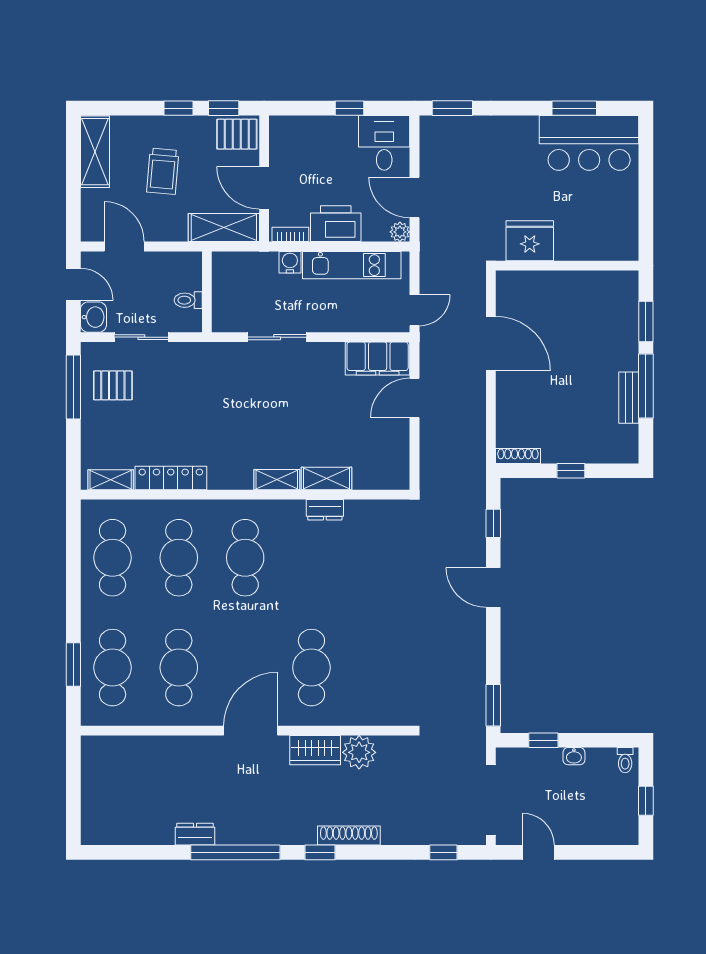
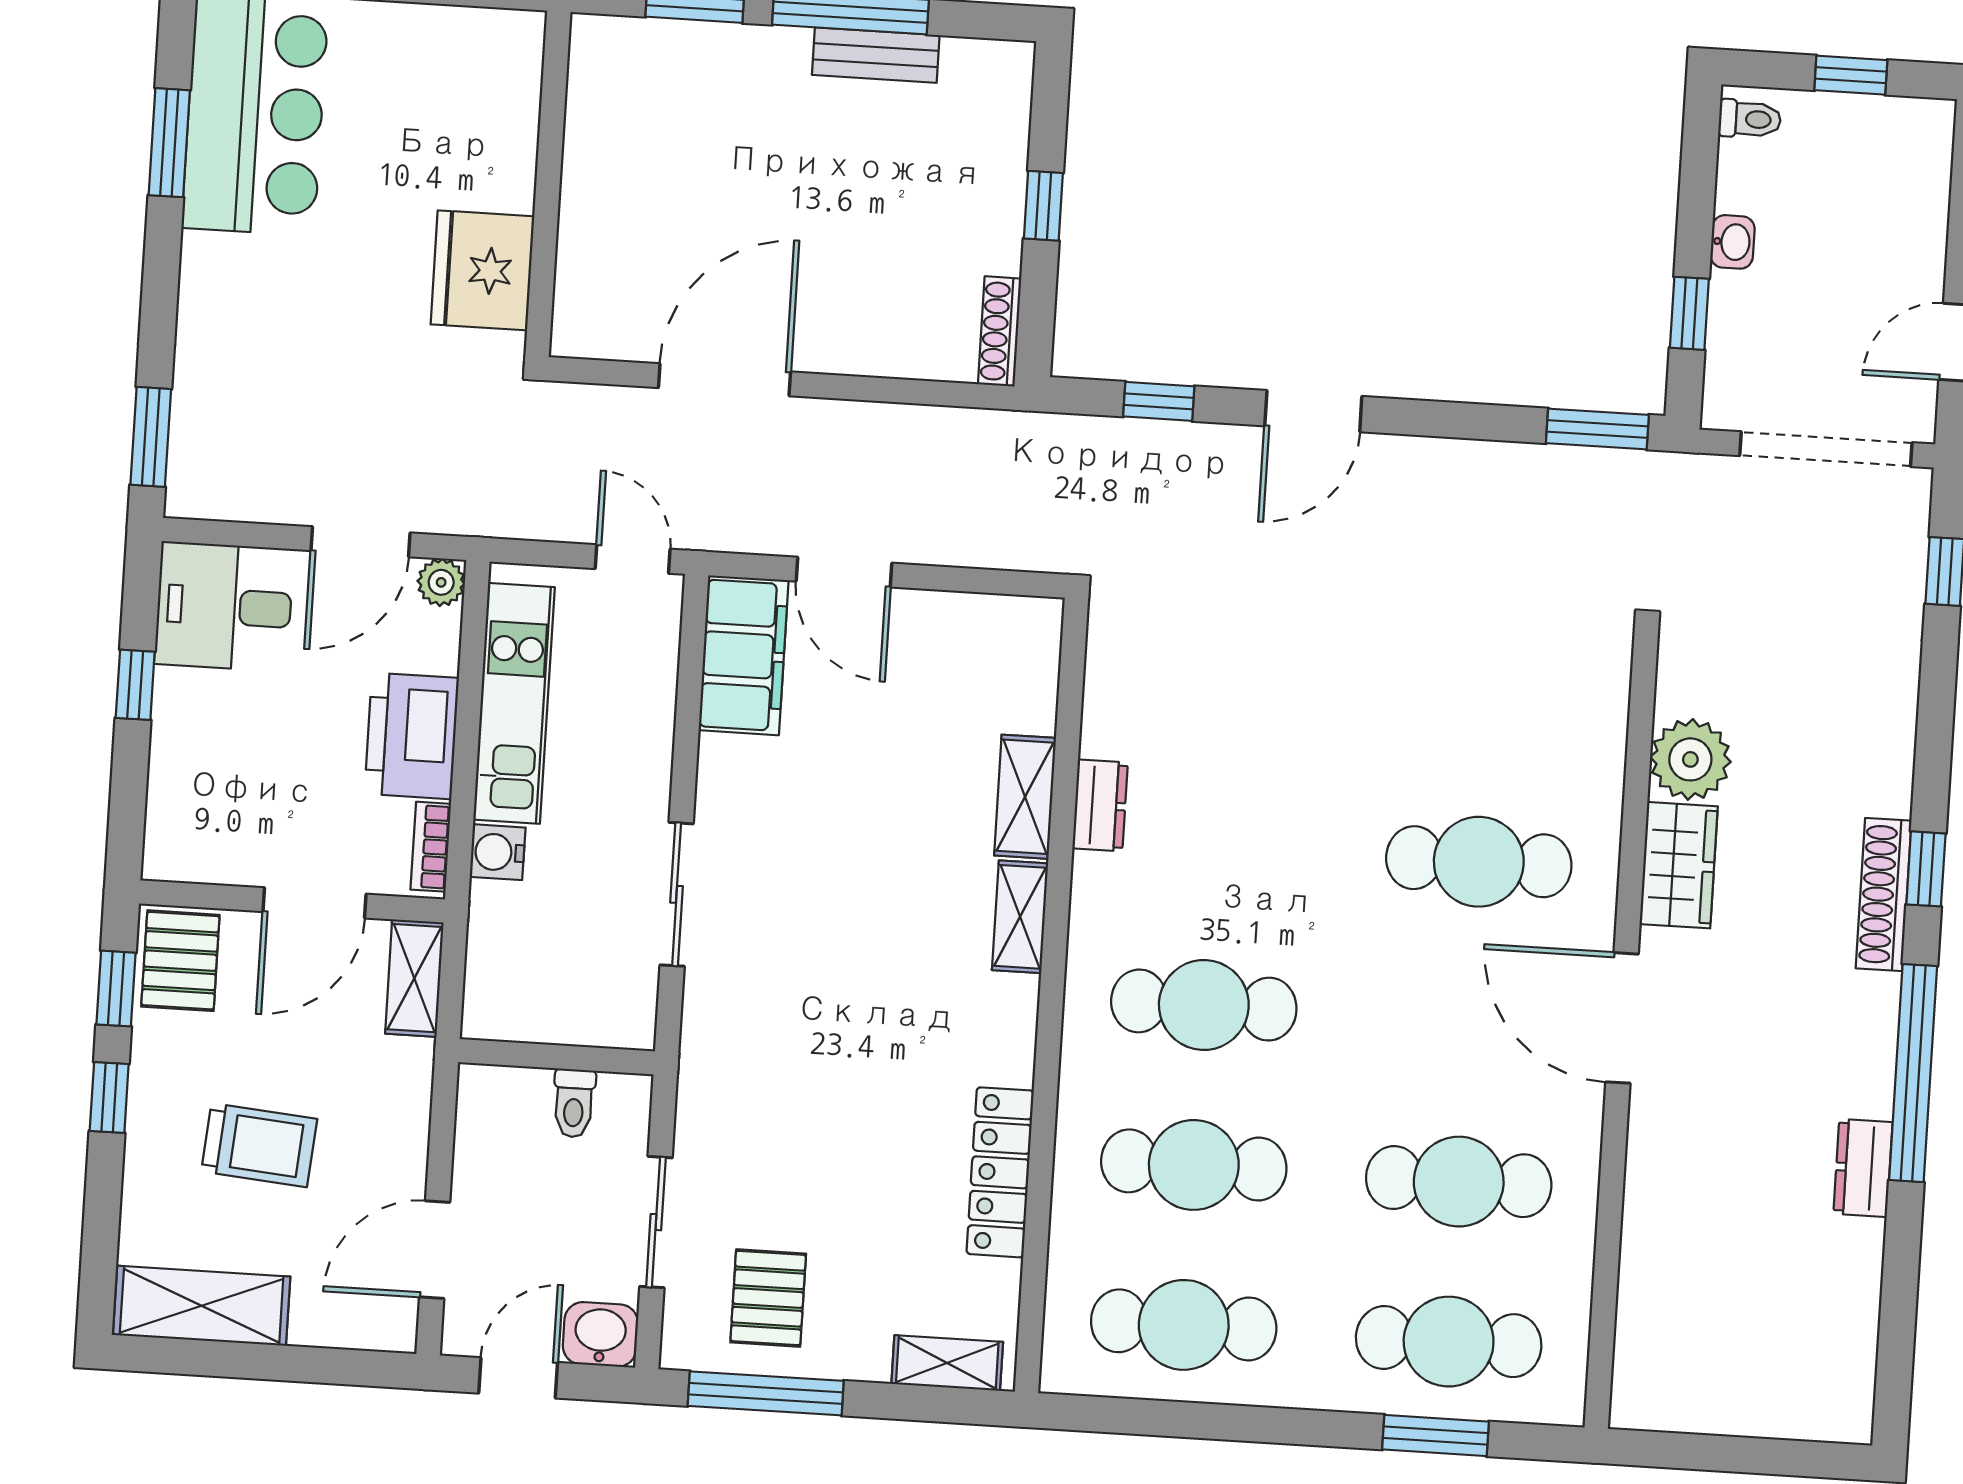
shelving: (224, 228) -> (414, 978), width x0.67, depth x0.75
shelving: (111, 480) -> (947, 1363), moved, turned 90
shoe rack: (349, 836) -> (1884, 895), moved

